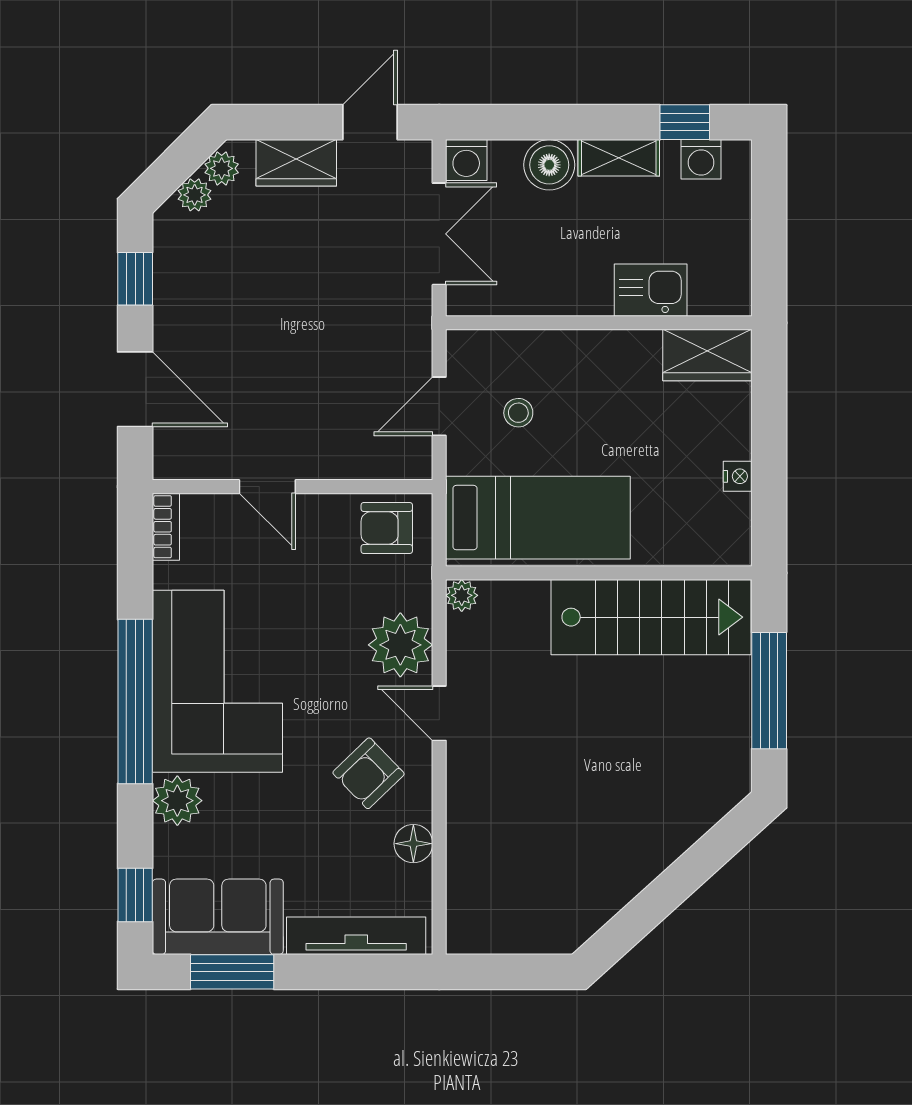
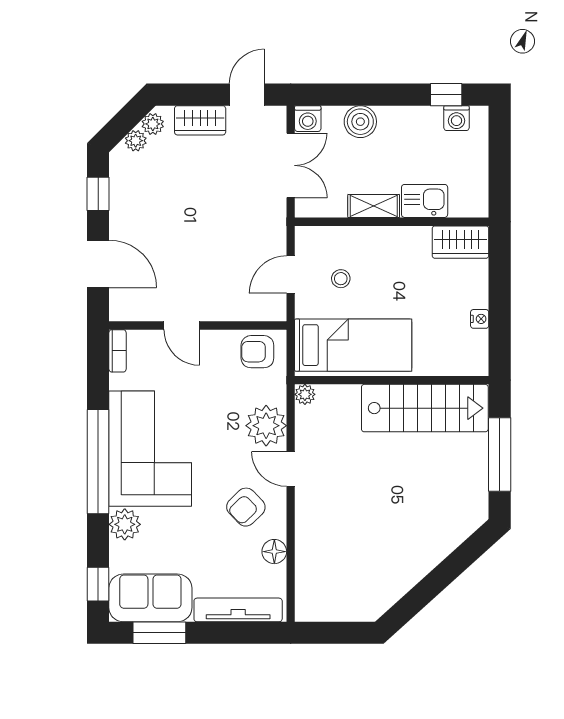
shelving: (619, 158) -> (374, 206), moved

